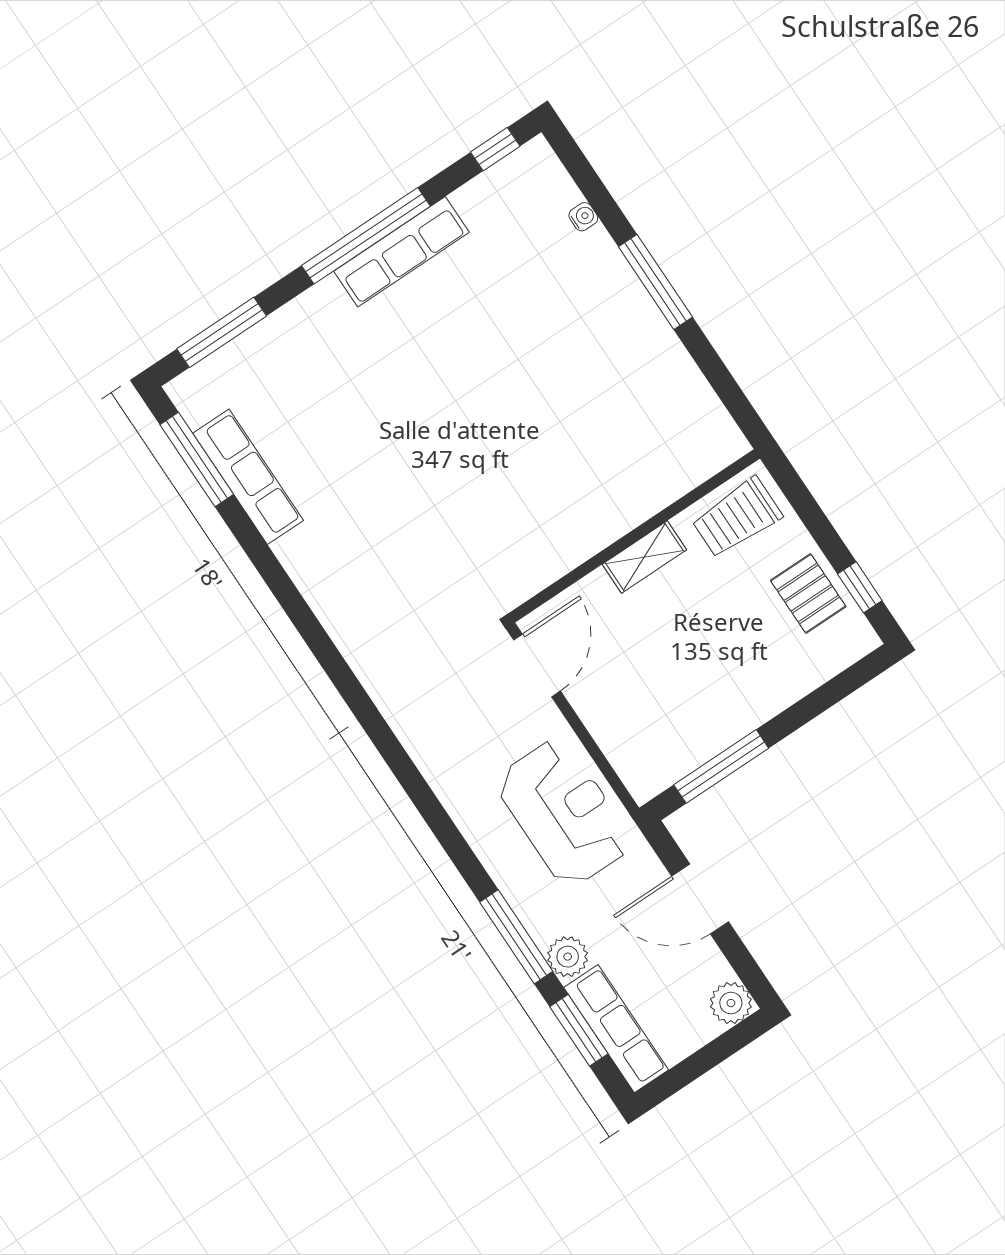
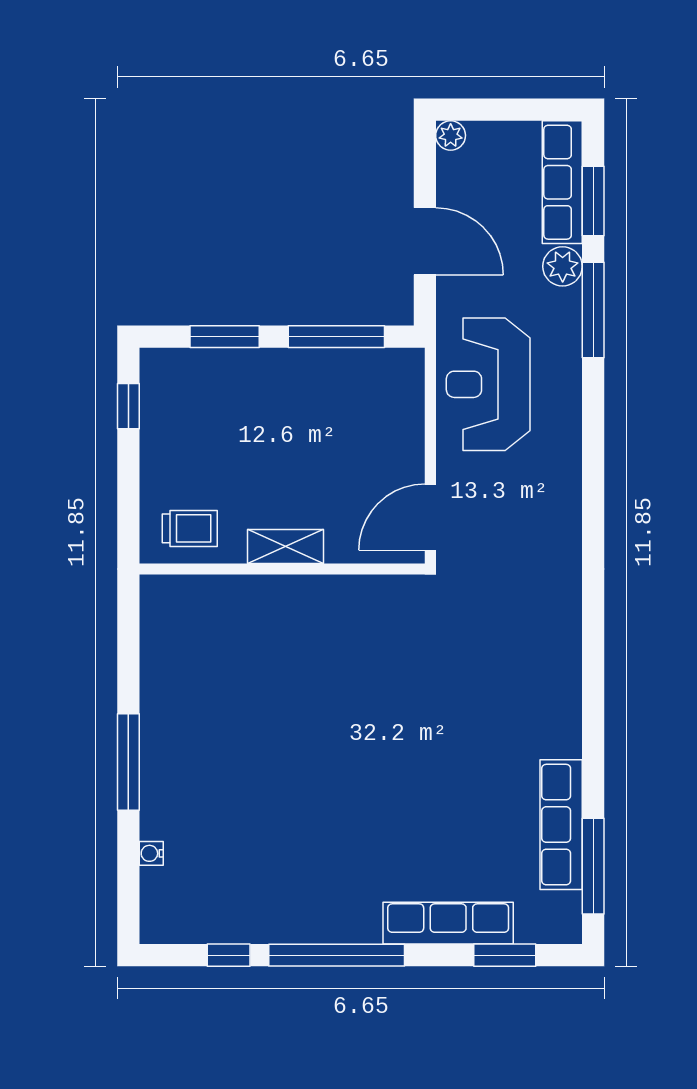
window: (495, 149) -> (229, 955), moved
row of seats: (401, 252) -> (448, 923), moved
window: (222, 332) -> (505, 955), width x0.69
trolley: (737, 518) -> (190, 528), width x0.73, depth x0.72
pallet: (808, 593) -> (173, 429), removed
window: (817, 702) -> (225, 337), added
plant: (731, 1003) -> (451, 135), width x0.73, depth x0.73

